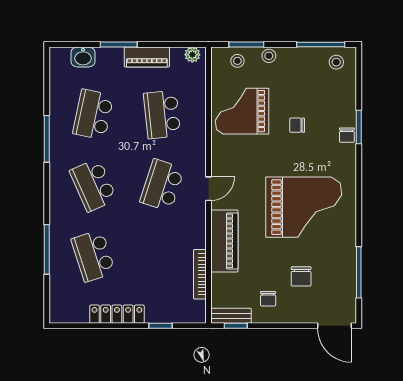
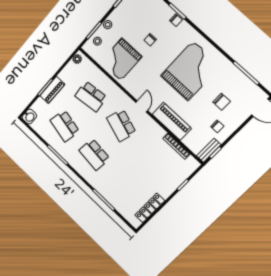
washbasin: (83, 57) -> (29, 117), moved
piano: (147, 57) -> (52, 90), moved
school desk: (93, 185) -> (94, 154), turned 30
school desk: (93, 256) -> (125, 184), removed
locker: (117, 314) -> (150, 208), moved

